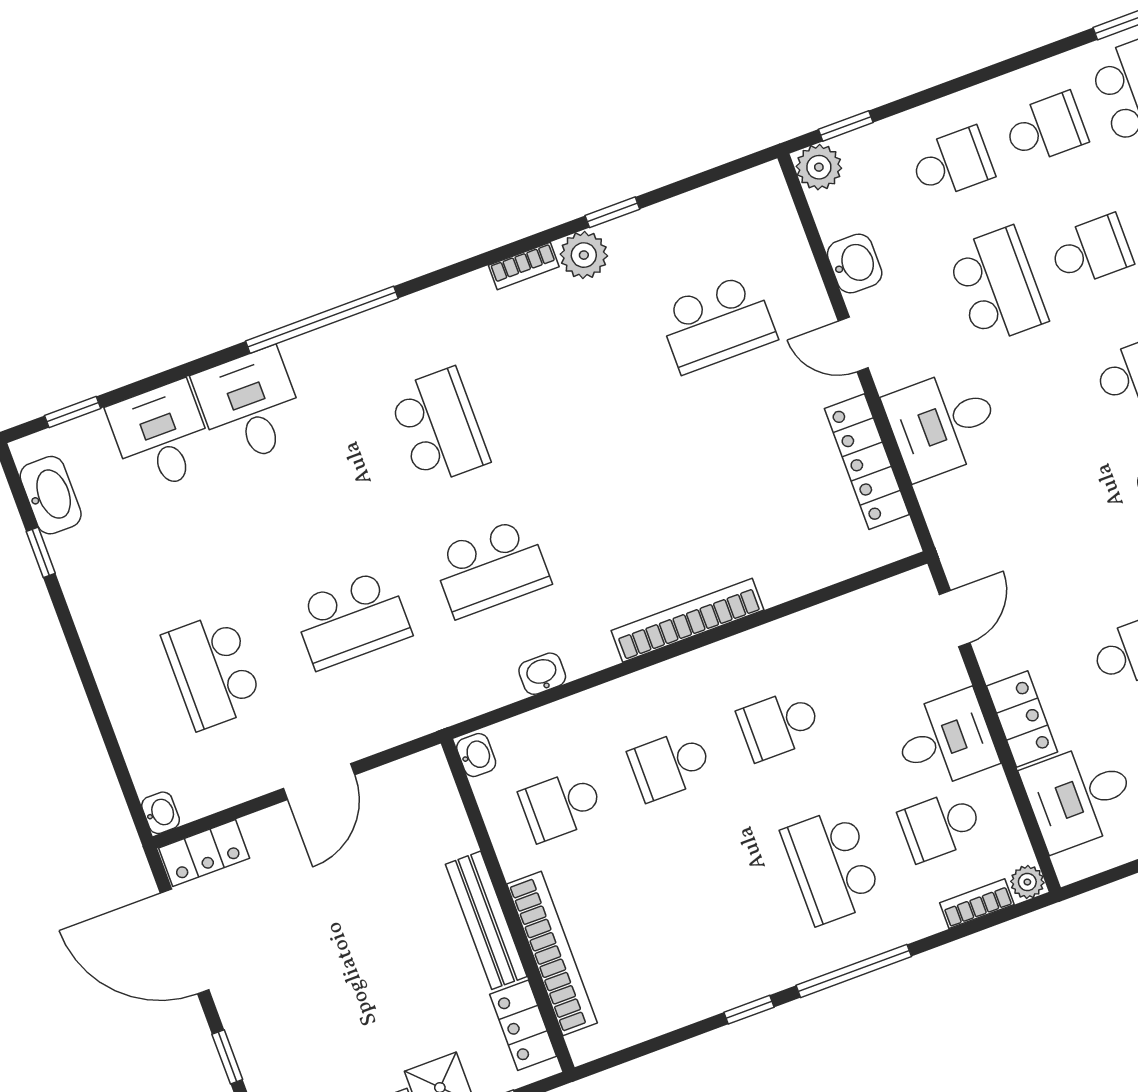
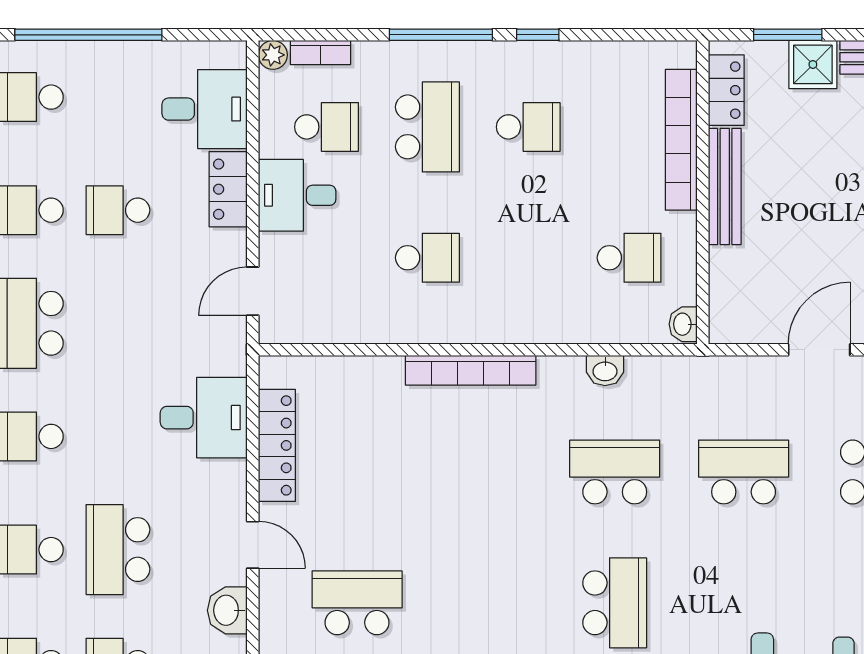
desk: (943, 424) -> (204, 418), moved
school desk: (439, 427) -> (615, 603), turned 180
school desk: (670, 765) -> (528, 127), moved

